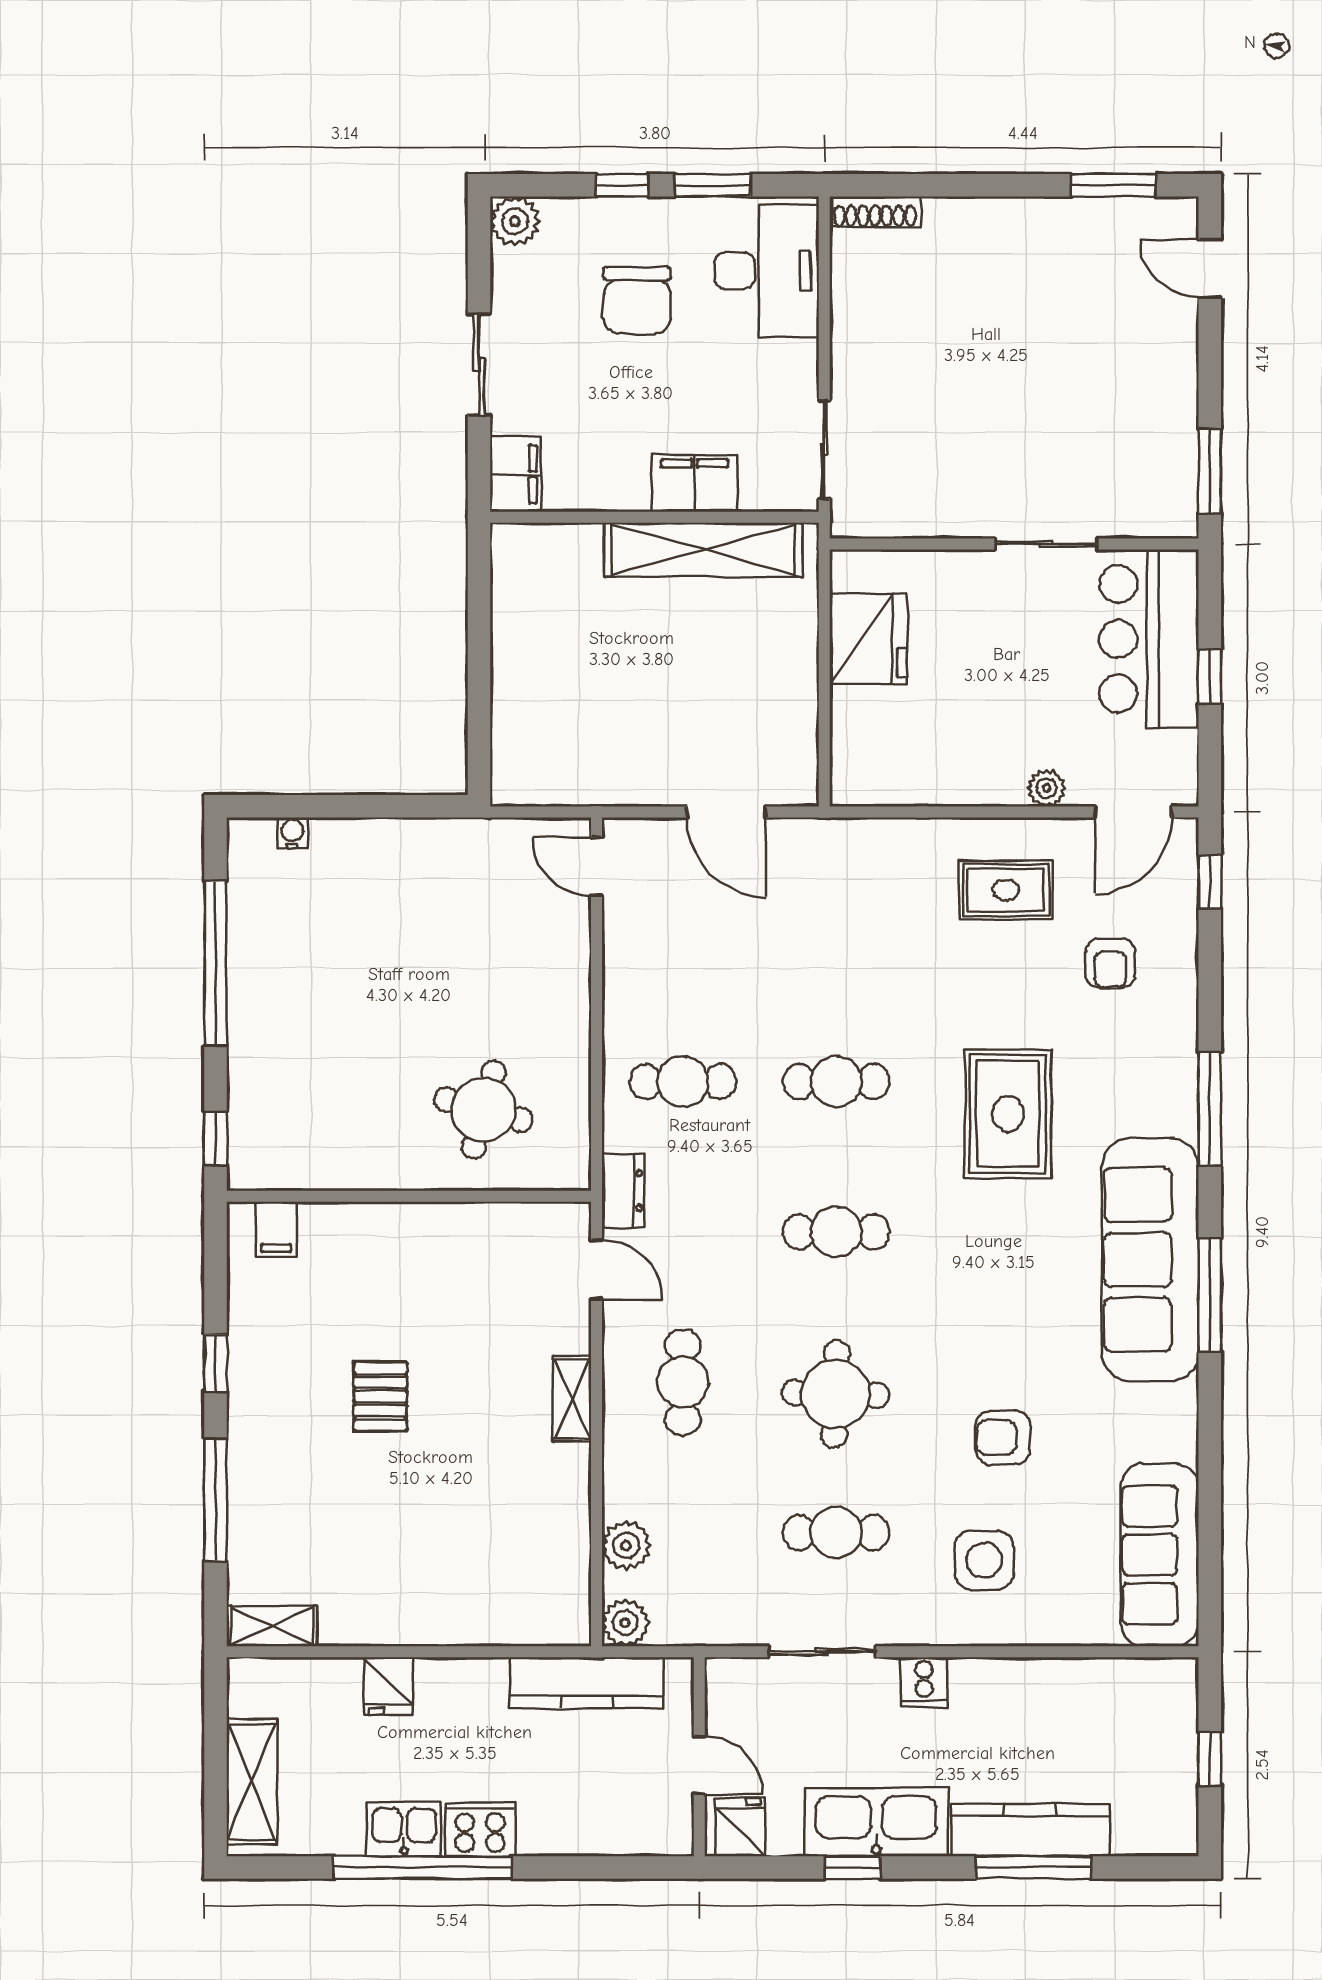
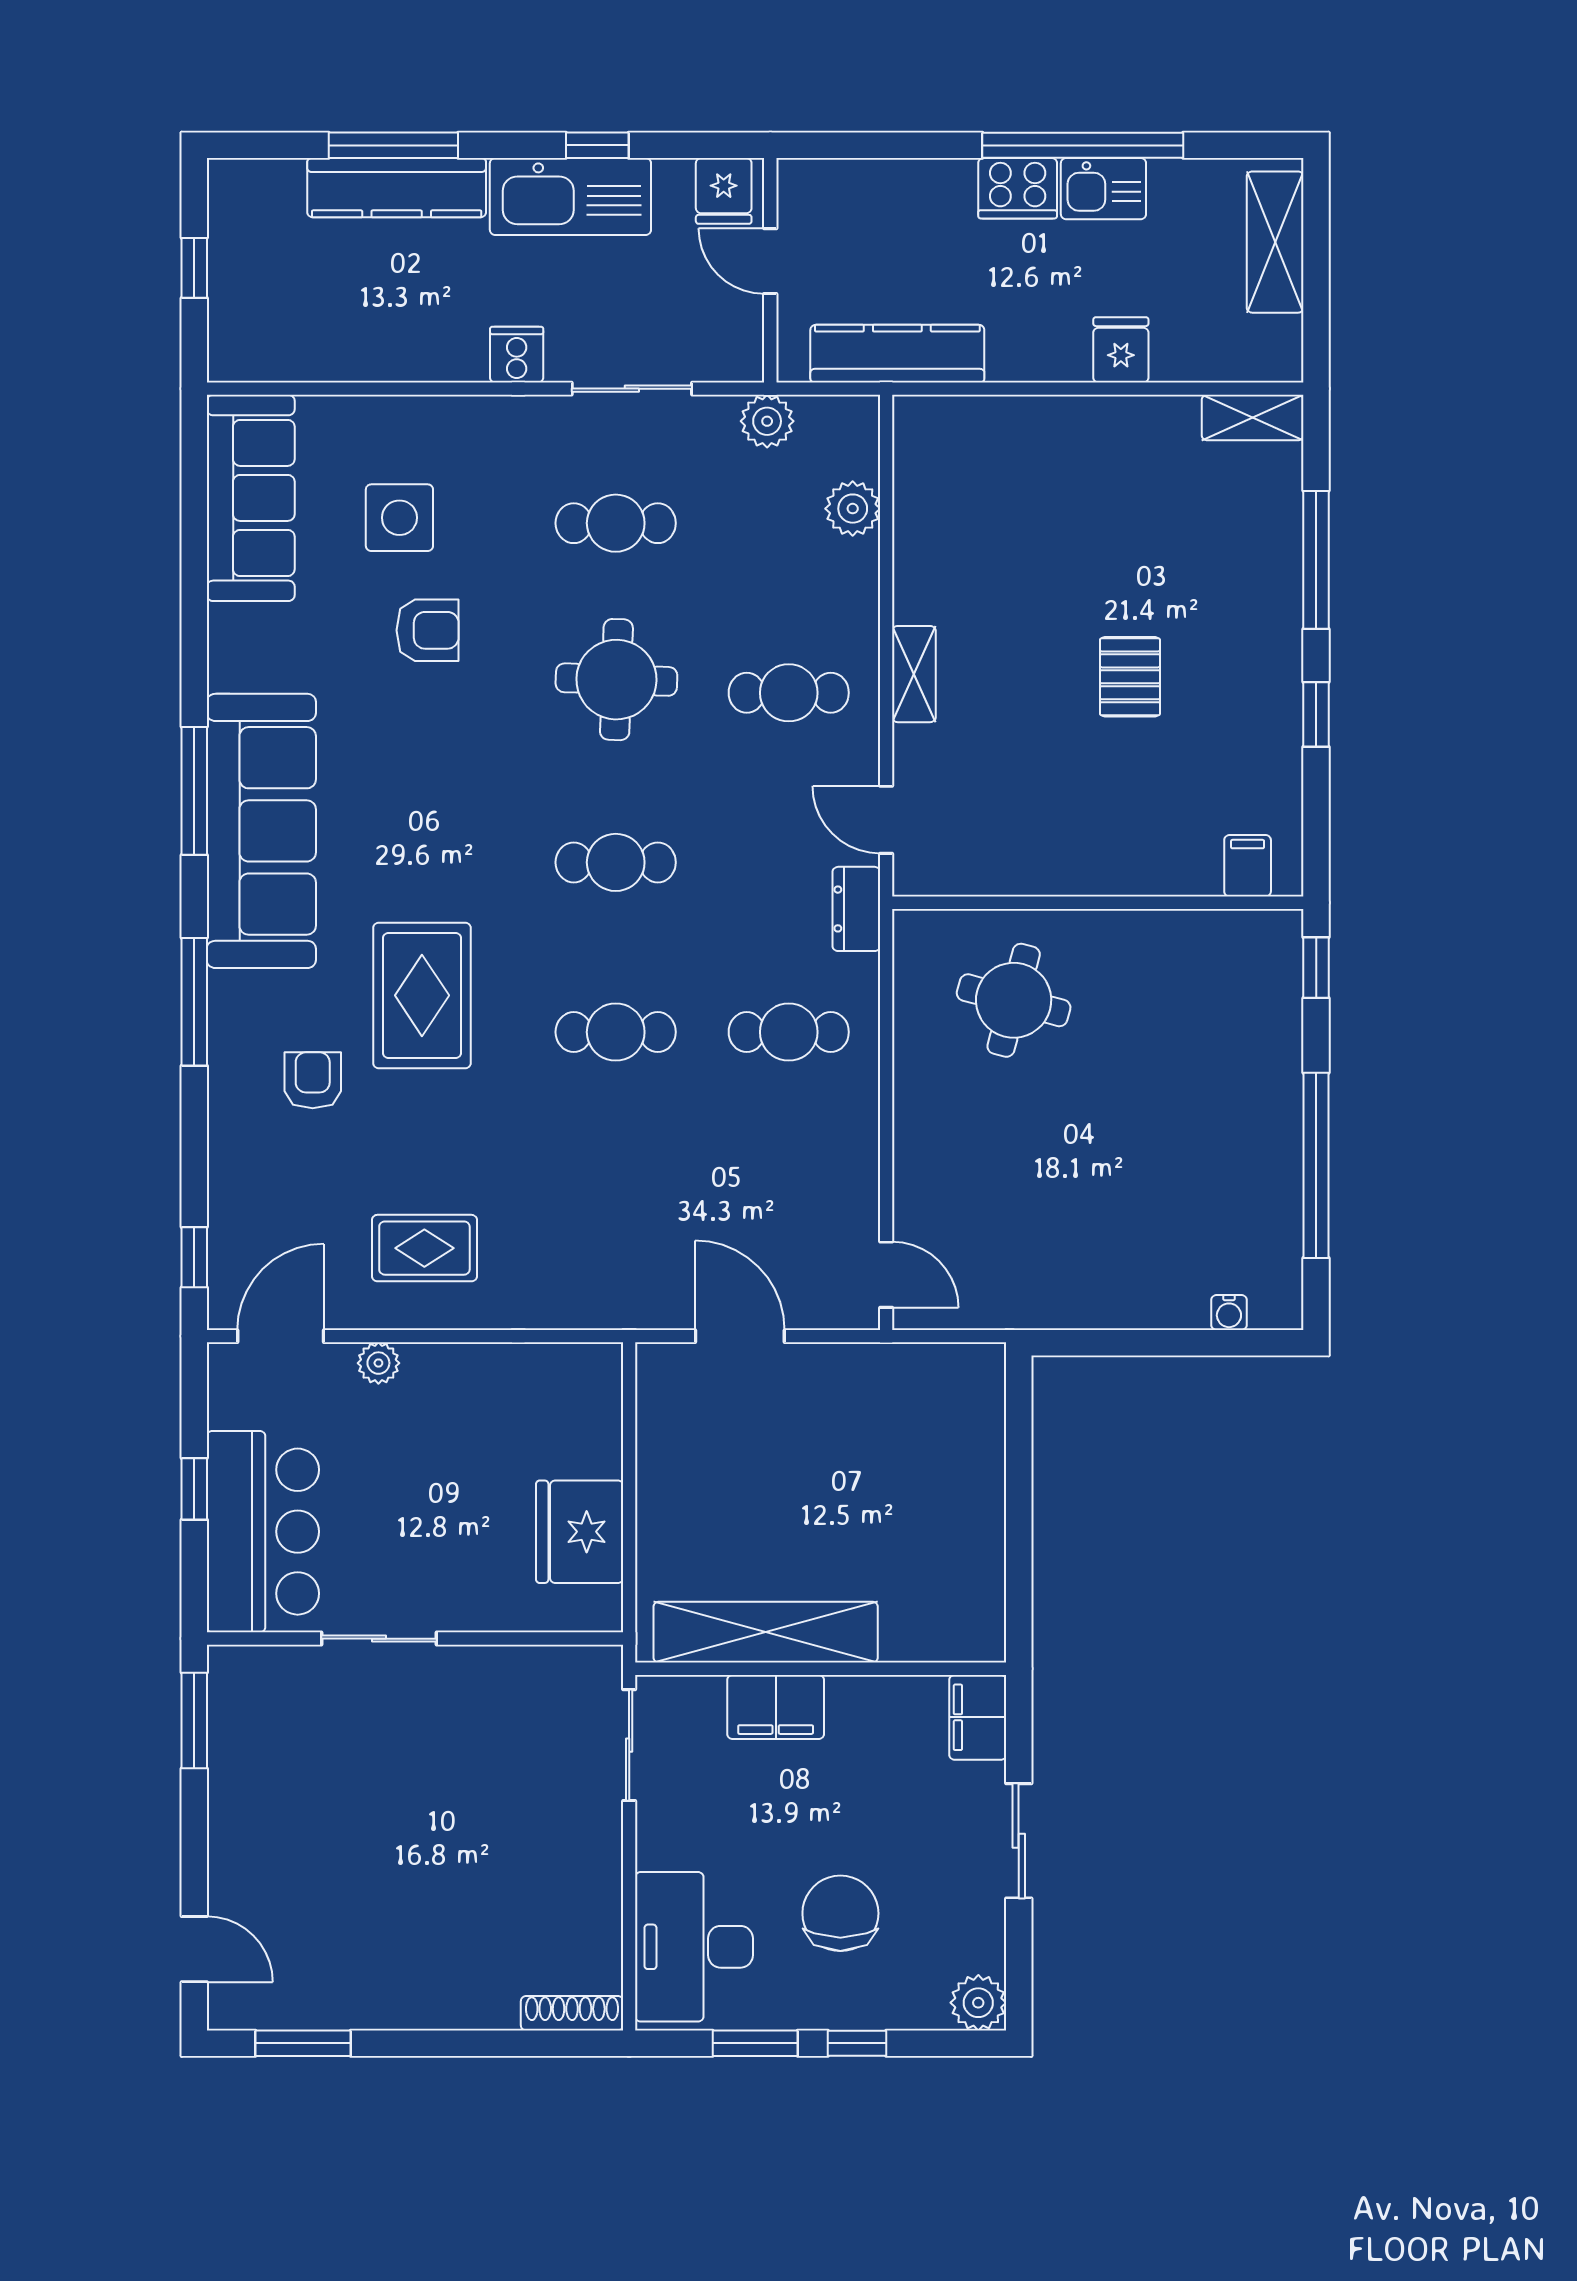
armchair: (1110, 963) -> (313, 1080), moved
cafe table: (683, 1382) -> (789, 693), turned 90
side table: (984, 1560) -> (399, 518), moved
plant: (625, 1623) -> (767, 421), moved

